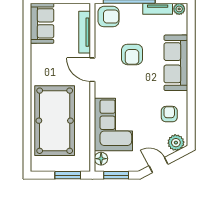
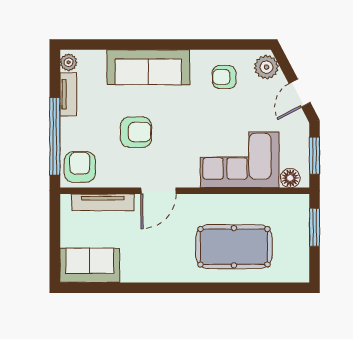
pool table: (55, 121) -> (234, 247), width x0.73, depth x0.76

